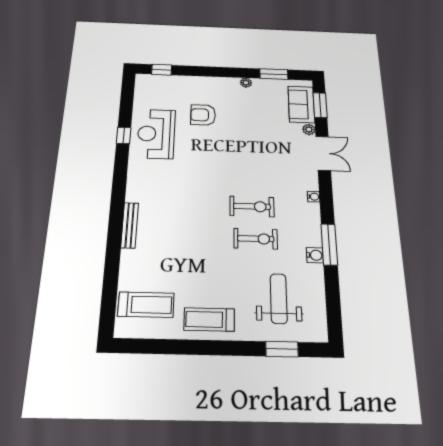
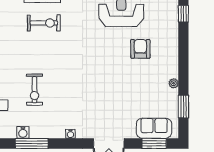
plant: (309, 129) -> (130, 133), removed
exercise bike: (252, 206) -> (44, 23), moved, turned -90

